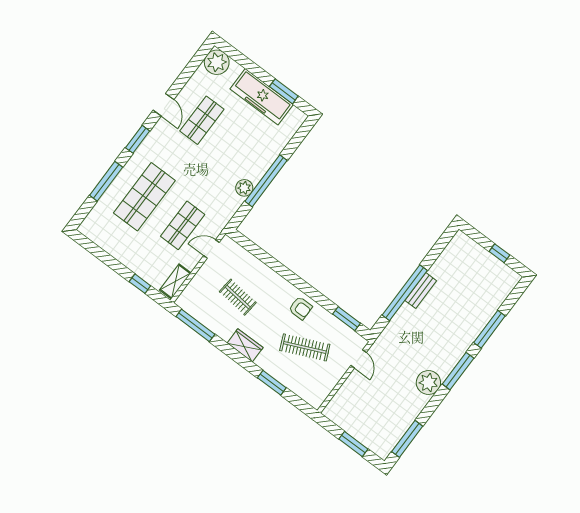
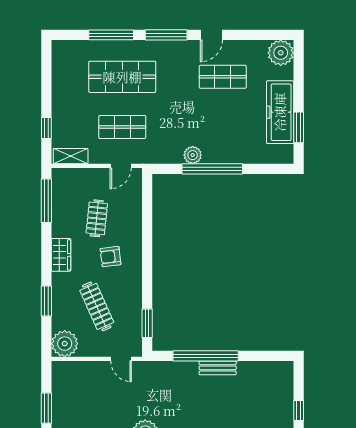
window: (138, 139) -> (166, 35), width x1.44
door: (211, 249) -> (121, 166), swing flipped
armchair: (300, 308) -> (111, 257), moved, turned 83
door: (359, 359) -> (121, 359), hinge flipped
plant: (315, 393) -> (65, 344), added

